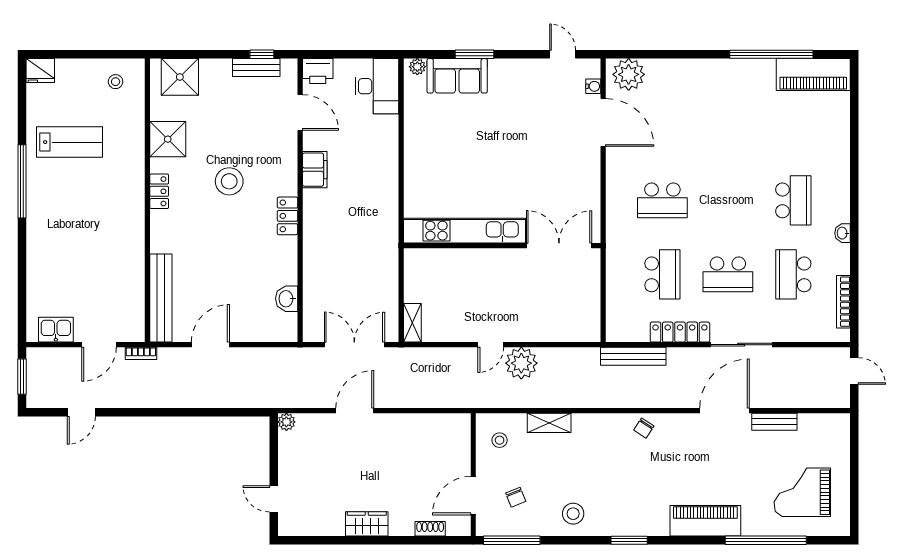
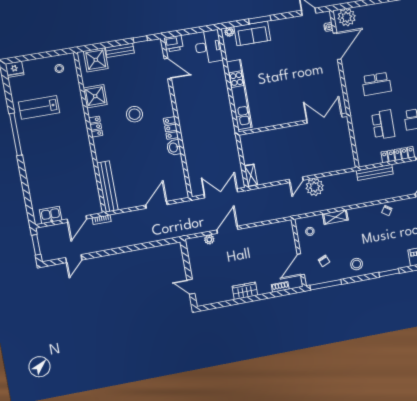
bench: (256, 68) -> (120, 50), moved
door: (603, 122) -> (337, 46), hinge flipped
lab bench: (69, 142) -> (39, 107), turned 180
filing cabinet: (315, 170) -> (182, 99), removed
kitchen unit: (464, 231) -> (239, 95), moved, turned 90
washbasin: (287, 299) -> (174, 147), moved
door: (210, 345) -> (156, 205), moved
plant: (286, 422) -> (209, 239), moved

